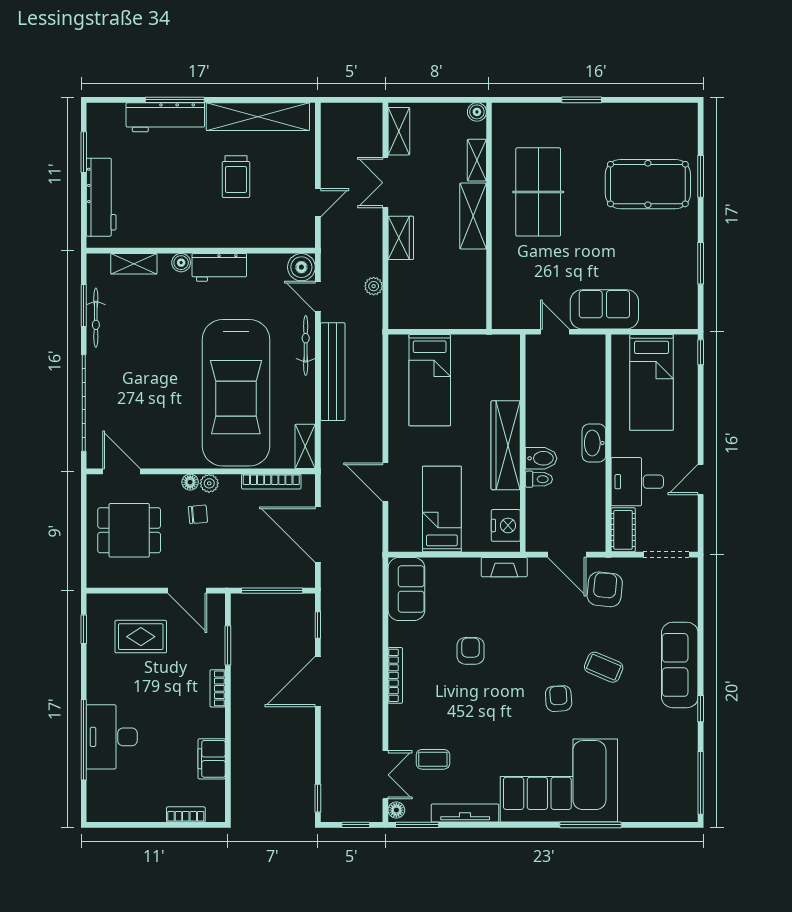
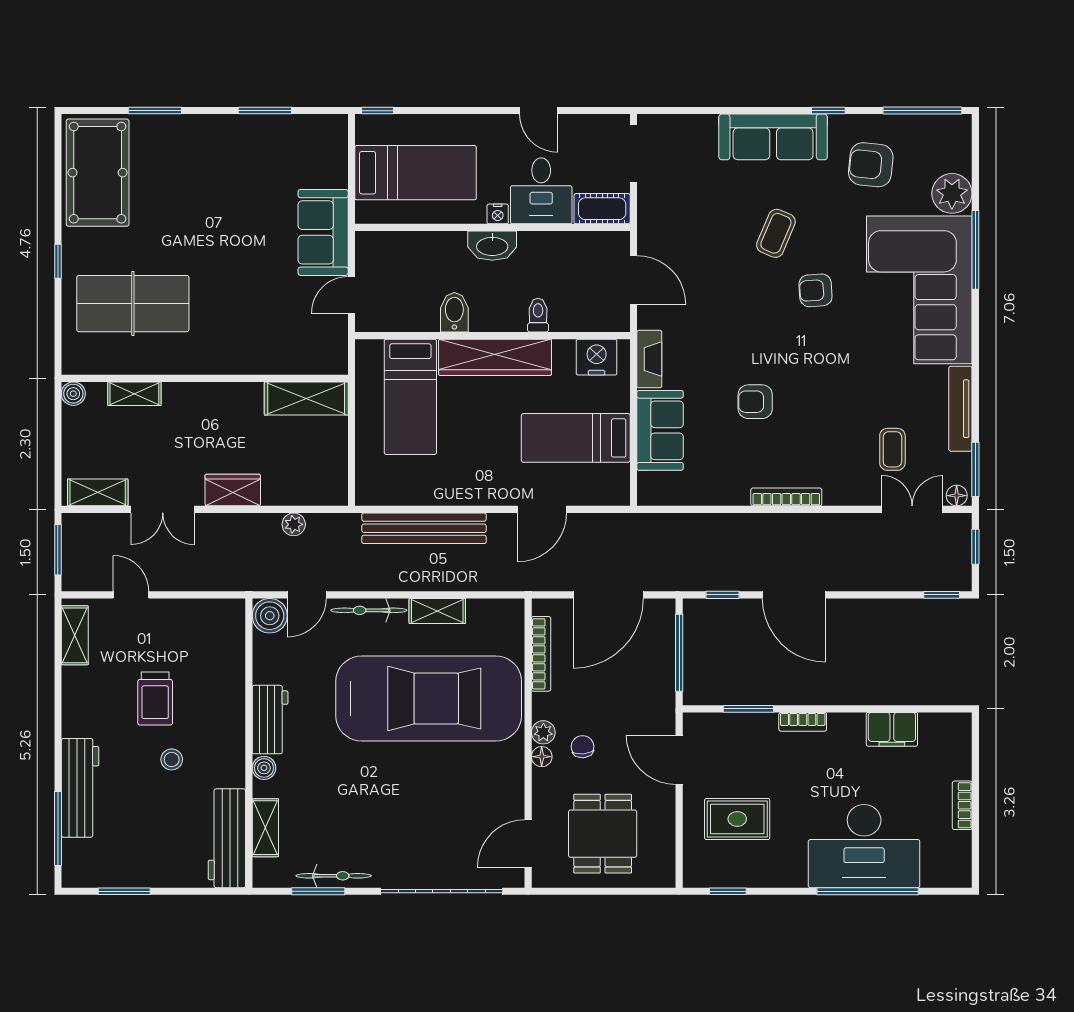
window: (175, 100) -> (58, 828), moved
window: (354, 100) -> (58, 550), added
window: (582, 100) -> (58, 261), width x0.67
shelving: (258, 117) -> (75, 635), width x0.45, depth x0.75
trolley: (236, 177) -> (155, 699), turned 90
pool table: (648, 184) -> (98, 173), moved
stool: (188, 190) -> (172, 759), added
table tennis table: (538, 192) -> (133, 304), moved
workbench: (101, 197) -> (227, 838), moved, turned -90
door: (318, 203) -> (131, 595), moved
shelving: (473, 216) -> (306, 398), moved
bench: (333, 372) -> (424, 528), moved
bed: (430, 380) -> (410, 397), moved, turned 90
shelving: (305, 446) -> (437, 611), moved
nightstand: (619, 447) -> (498, 214), added
bidet: (541, 458) -> (454, 312), moved
door: (567, 555) -> (634, 280), hinge flipped
sofa: (406, 589) -> (660, 430), moved, turned 90
armchair: (605, 589) -> (871, 165), moved
door: (187, 591) -> (679, 760), swing flipped
rug: (141, 637) -> (737, 819), turned 90
desk: (112, 737) -> (864, 846), width x1.36, depth x1.30
plant: (635, 806) -> (952, 193), added
bookcase: (186, 814) -> (962, 805), moved

